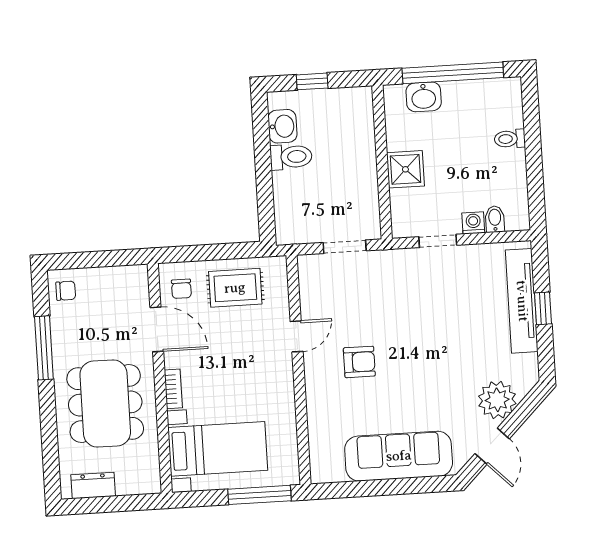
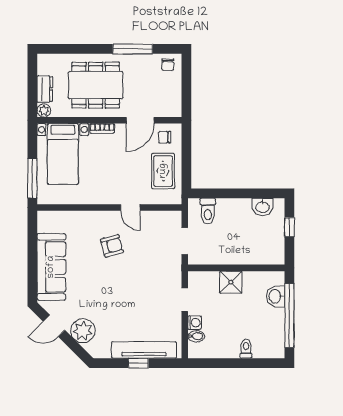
toilet: (291, 157) -> (208, 211), moved
armchair: (359, 362) -> (112, 246), turned -105
plant: (150, 483) -> (44, 110), added
dresser: (93, 485) -> (45, 89), moved

